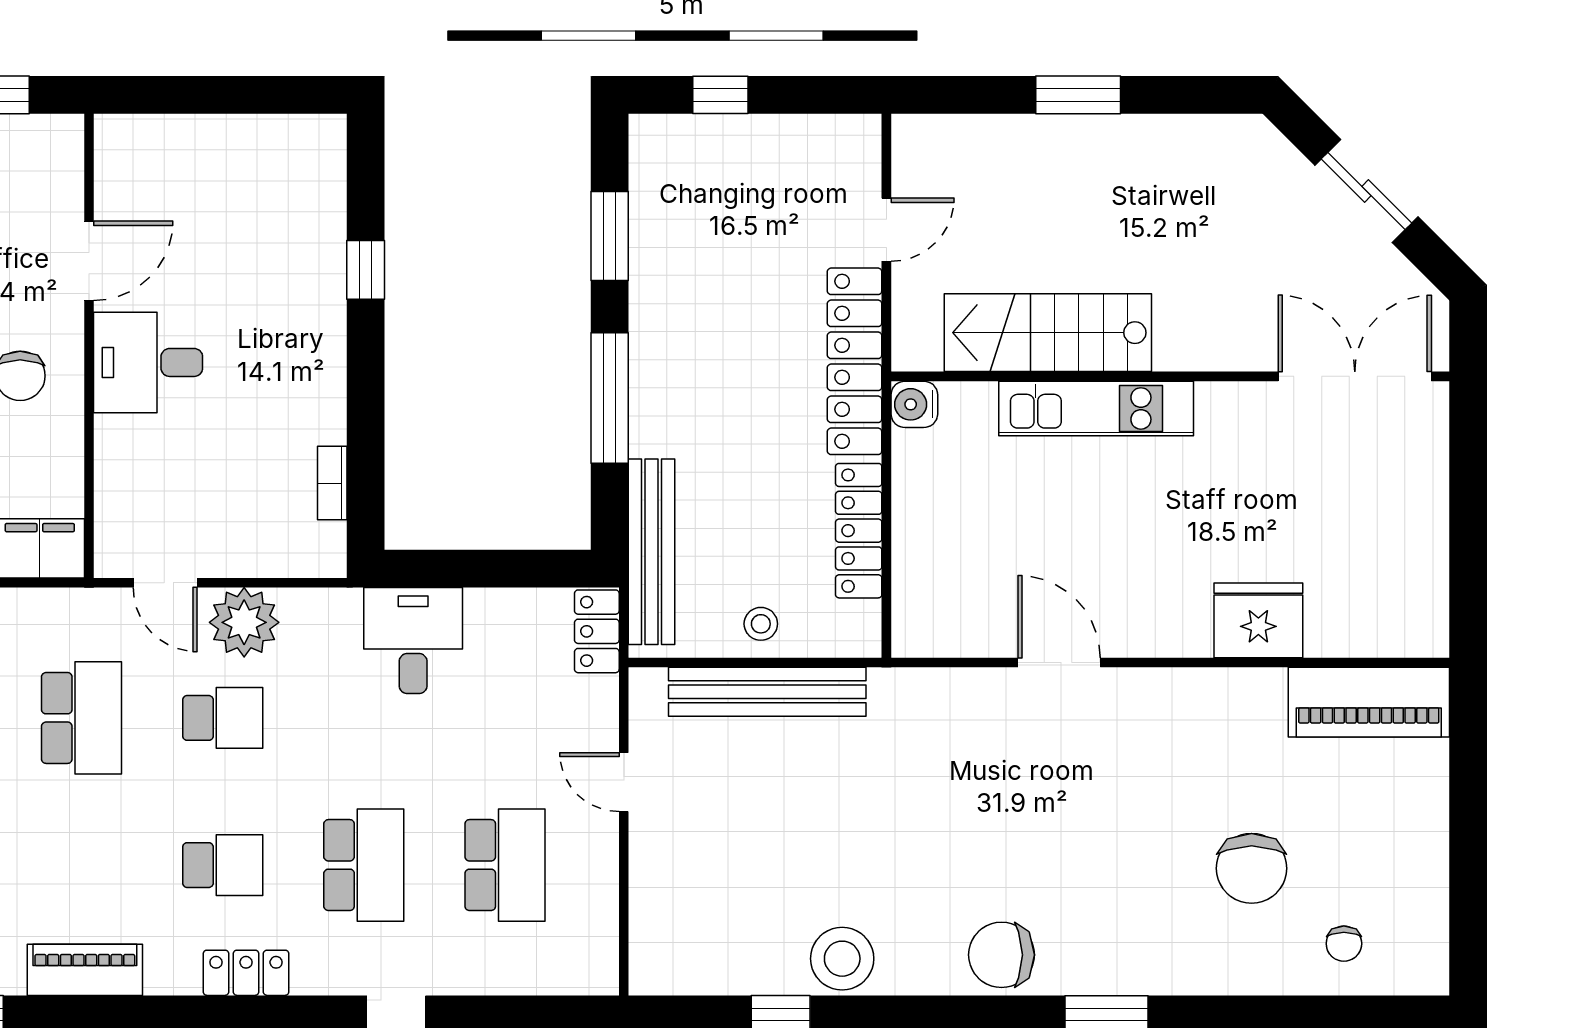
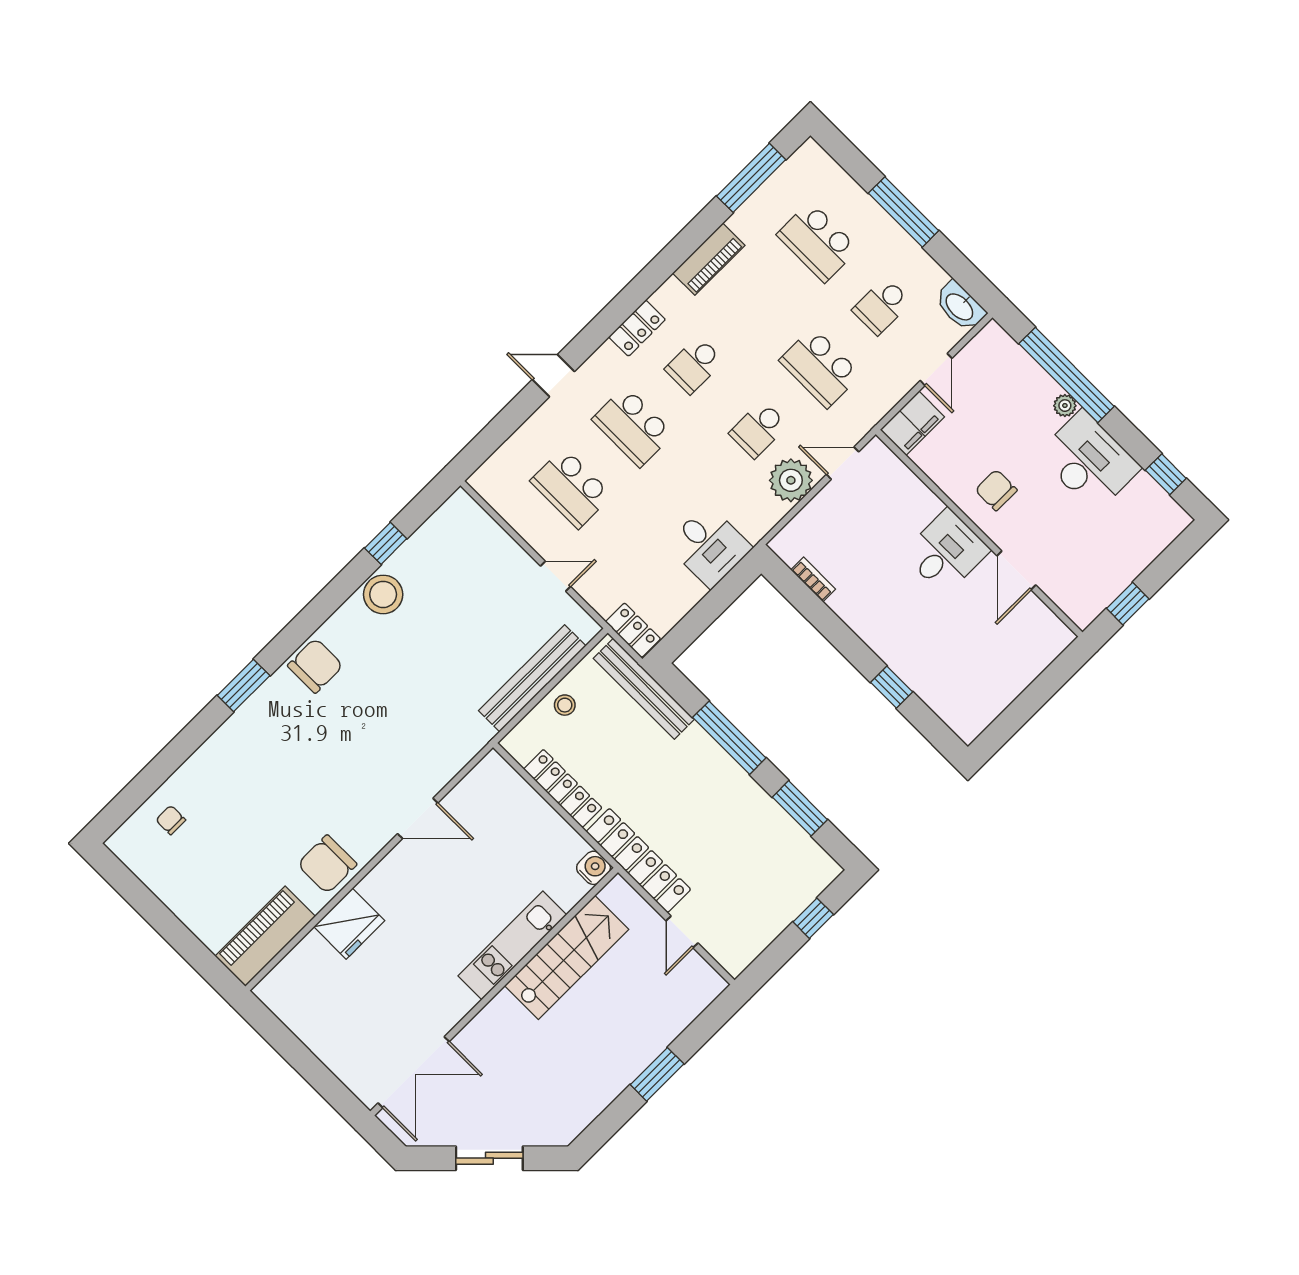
chair: (1252, 868) -> (327, 864), moved, turned -90

